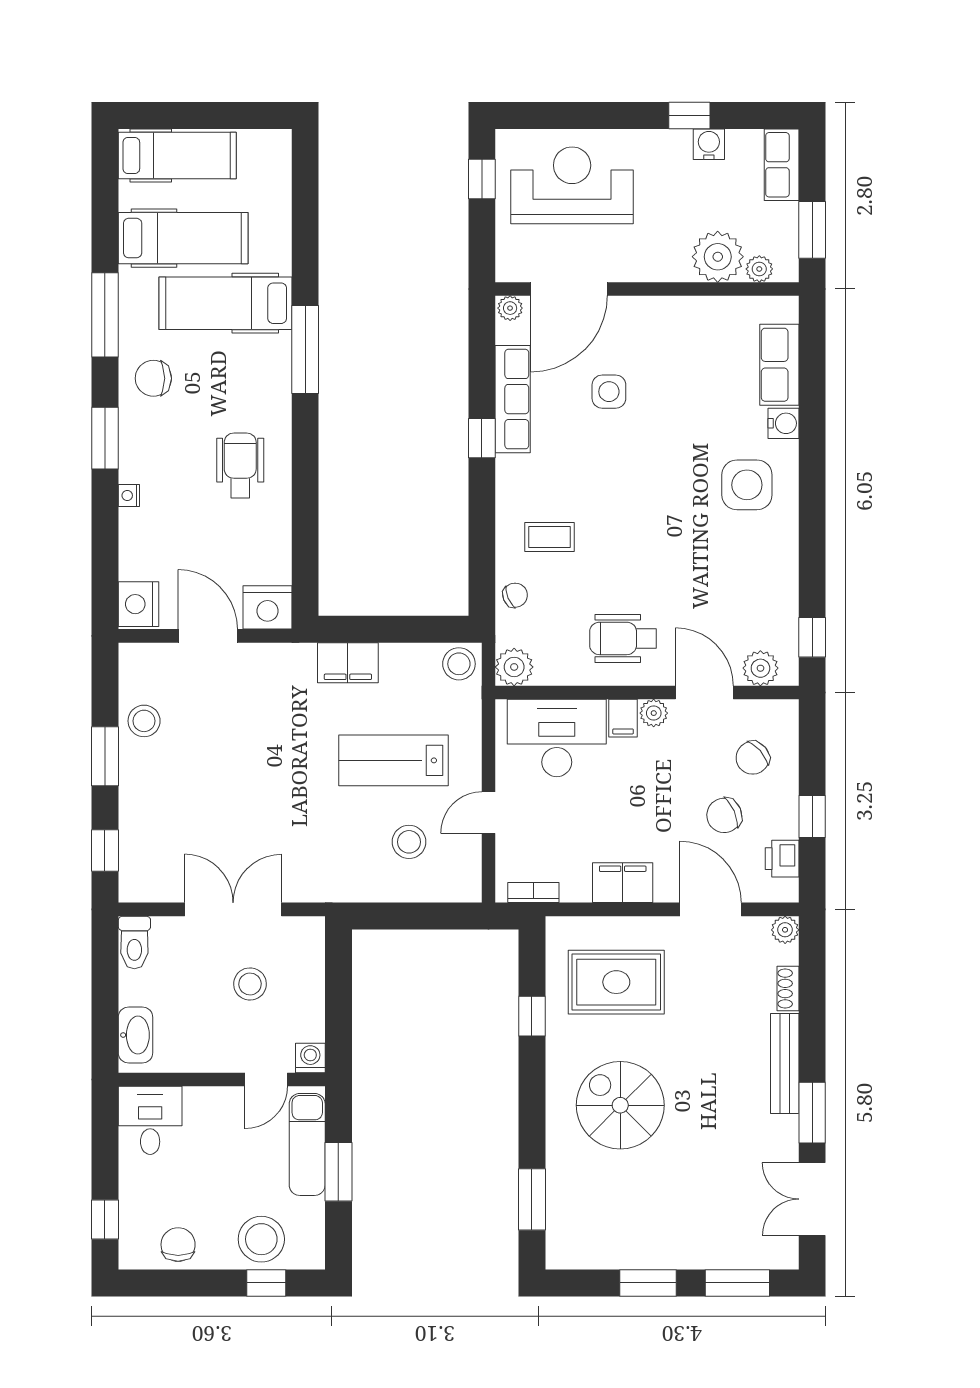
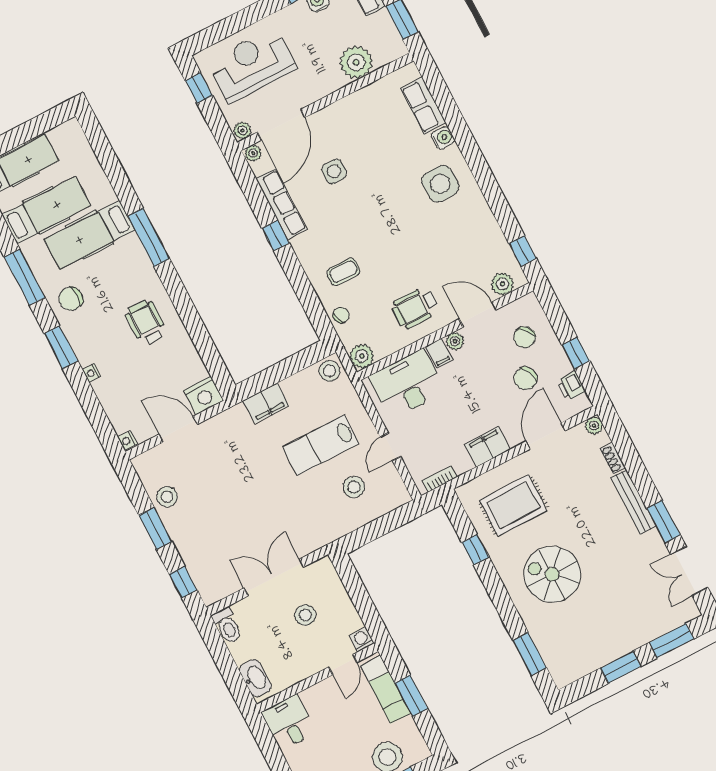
plant: (759, 269) -> (242, 130), moved
nightstand: (138, 604) -> (127, 440), width x0.53, depth x0.56
door: (711, 909) -> (545, 436), hinge flipped

